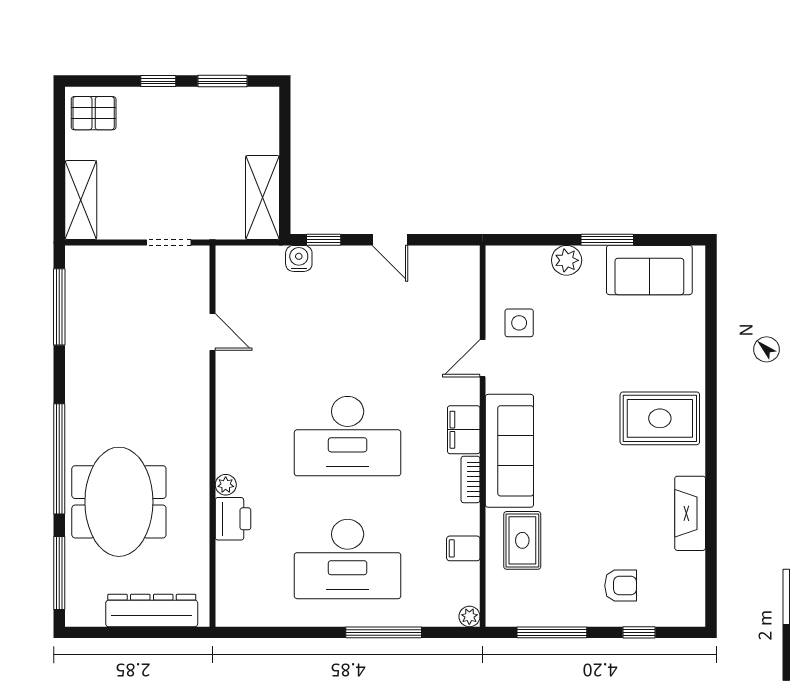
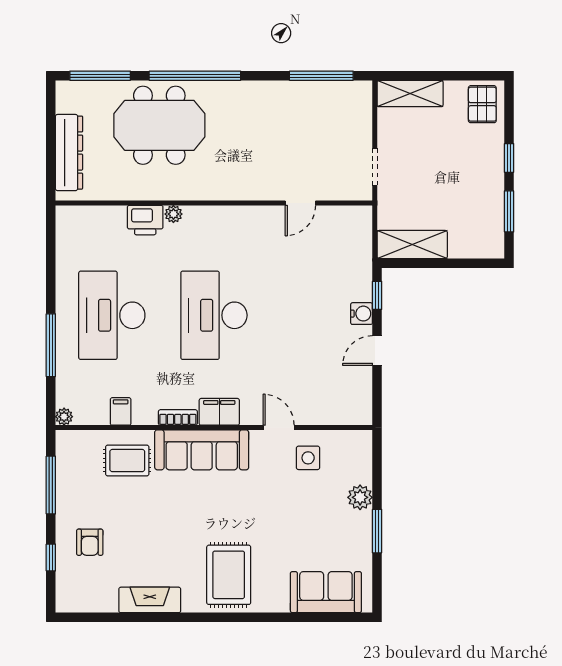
water cooler: (299, 258) -> (362, 314), moved
sofa: (649, 270) -> (326, 592), moved, turned 90

